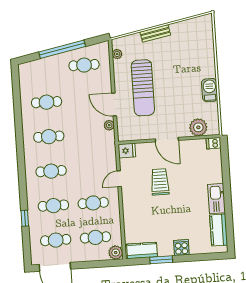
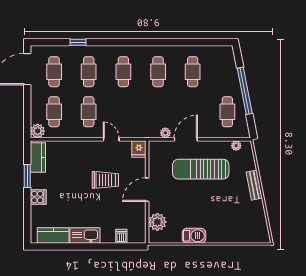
dishwasher: (214, 143) -> (121, 236), moved

